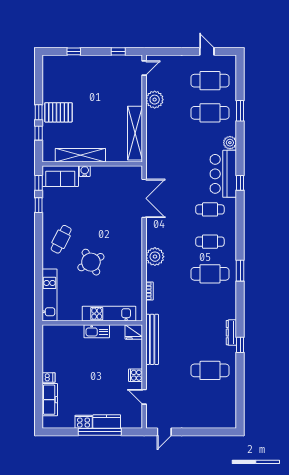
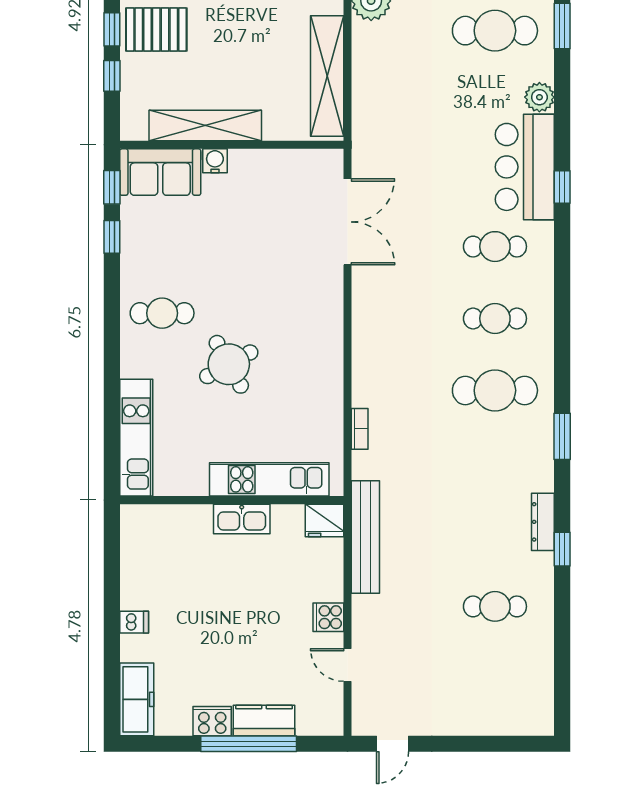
cafe table: (61, 239) -> (162, 313), turned 63
plant: (155, 257) -> (372, 352), removed
window: (240, 271) -> (562, 436), moved
cafe table: (210, 370) -> (495, 606), width x0.73, depth x0.74
freezer: (50, 400) -> (137, 699), moved

